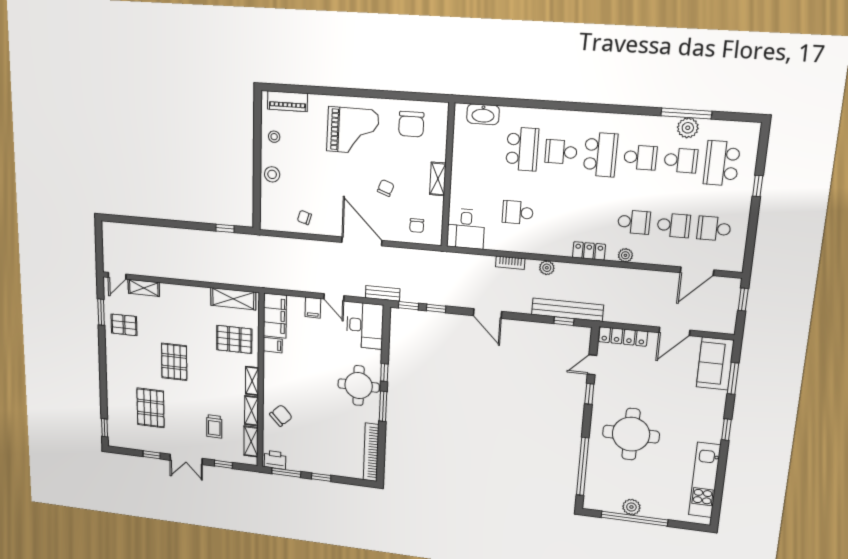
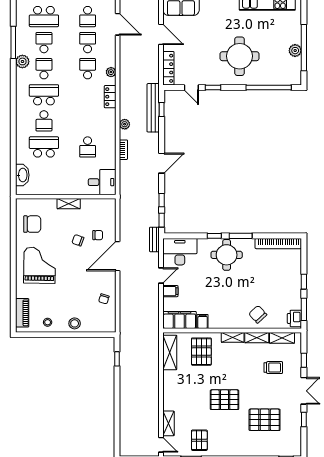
plant: (688, 128) -> (22, 61), moved
chair: (417, 225) -> (98, 235), moved

